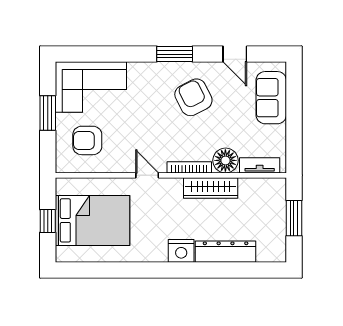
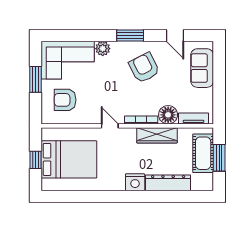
plant: (138, 72) -> (103, 49), added
cot: (273, 212) -> (203, 153), added

